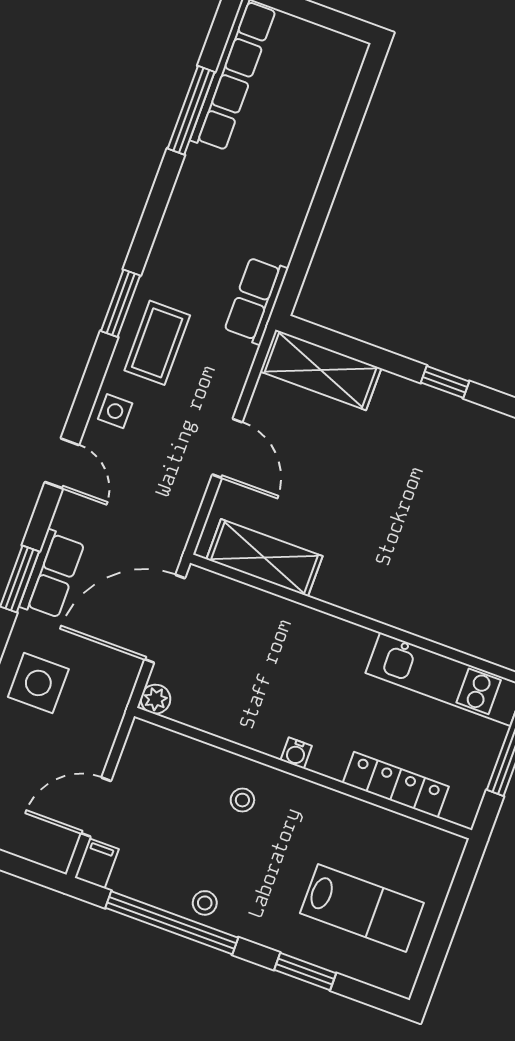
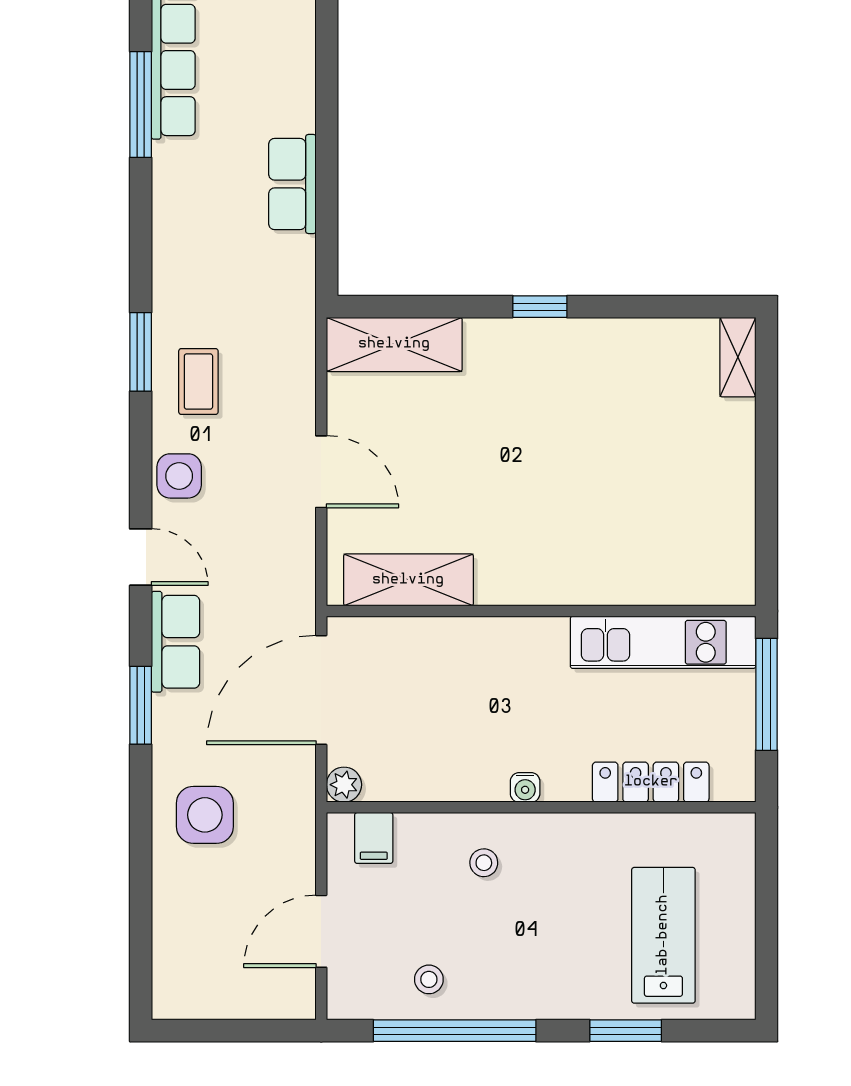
row of seats: (256, 300) -> (292, 184), moved
coffee table: (157, 343) -> (198, 381), width x0.73, depth x0.77
side table: (115, 411) -> (179, 476), width x1.37, depth x1.37
row of seats: (52, 574) -> (175, 642), moved
filing cabinet: (97, 863) -> (374, 838), moved, turned 180
stool: (205, 903) -> (429, 979), moved
lab bench: (362, 908) -> (663, 935), turned -90

